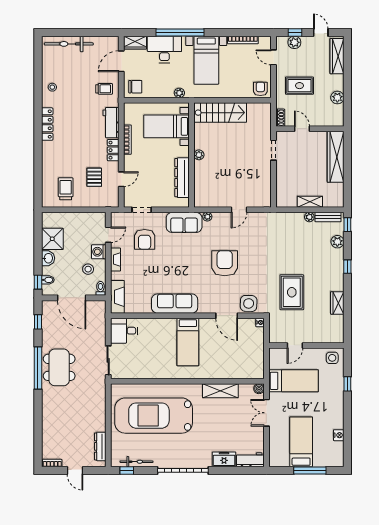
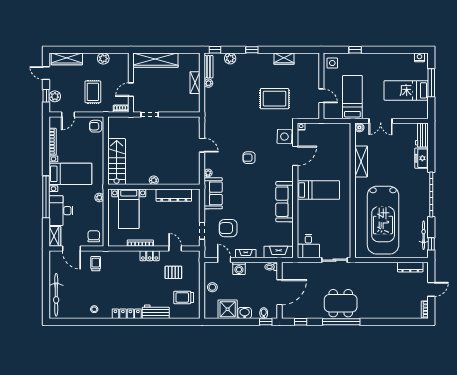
door: (321, 32) -> (46, 73), hinge flipped
workbench: (111, 123) -> (156, 312), moved, turned 180
armchair: (145, 239) -> (228, 228), turned 180
armchair: (225, 263) -> (249, 158), width x0.53, depth x0.53
stool: (88, 269) -> (212, 287), moved
nightstand: (339, 435) -> (419, 57), moved

